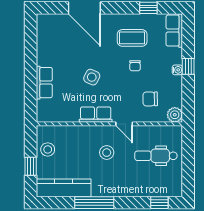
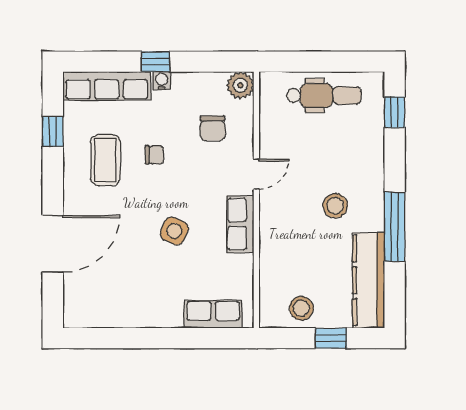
row of seats: (174, 31) -> (107, 86), width x1.48
row of seats: (44, 83) -> (213, 314), moved
stool: (107, 153) -> (335, 206), moved
dental chair: (156, 156) -> (324, 95), moved, turned -90

